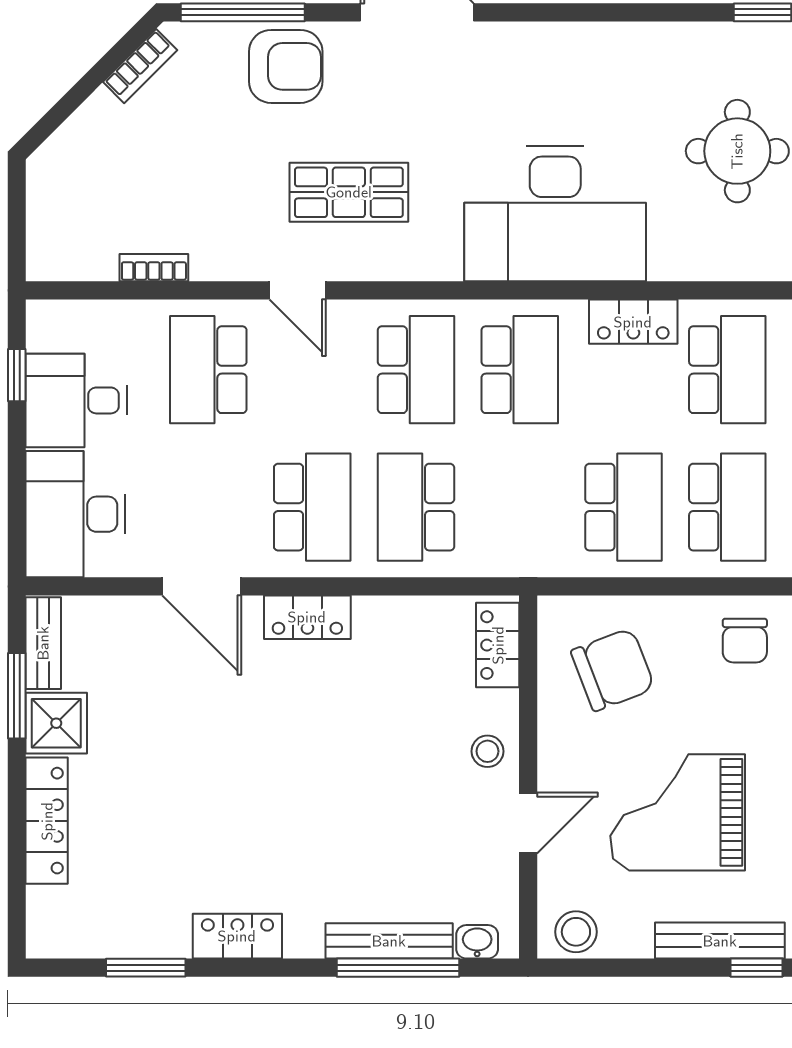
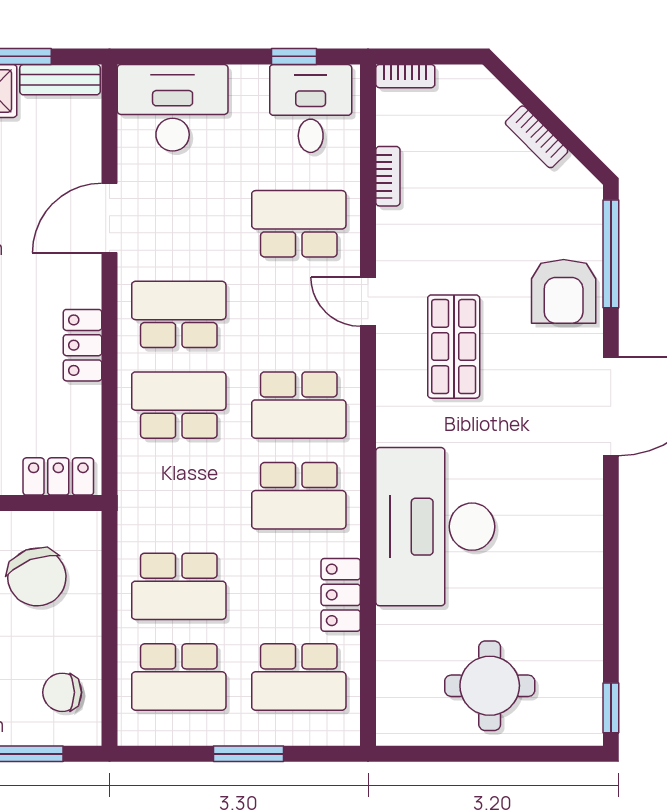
bookcase: (140, 66) -> (537, 137), moved
bookcase: (39, 248) -> (405, 76), added
door: (298, 290) -> (368, 302), hinge flipped
desk: (76, 400) -> (311, 108), moved
school desk: (312, 507) -> (179, 314), turned 180
locker: (307, 617) -> (83, 345), moved

